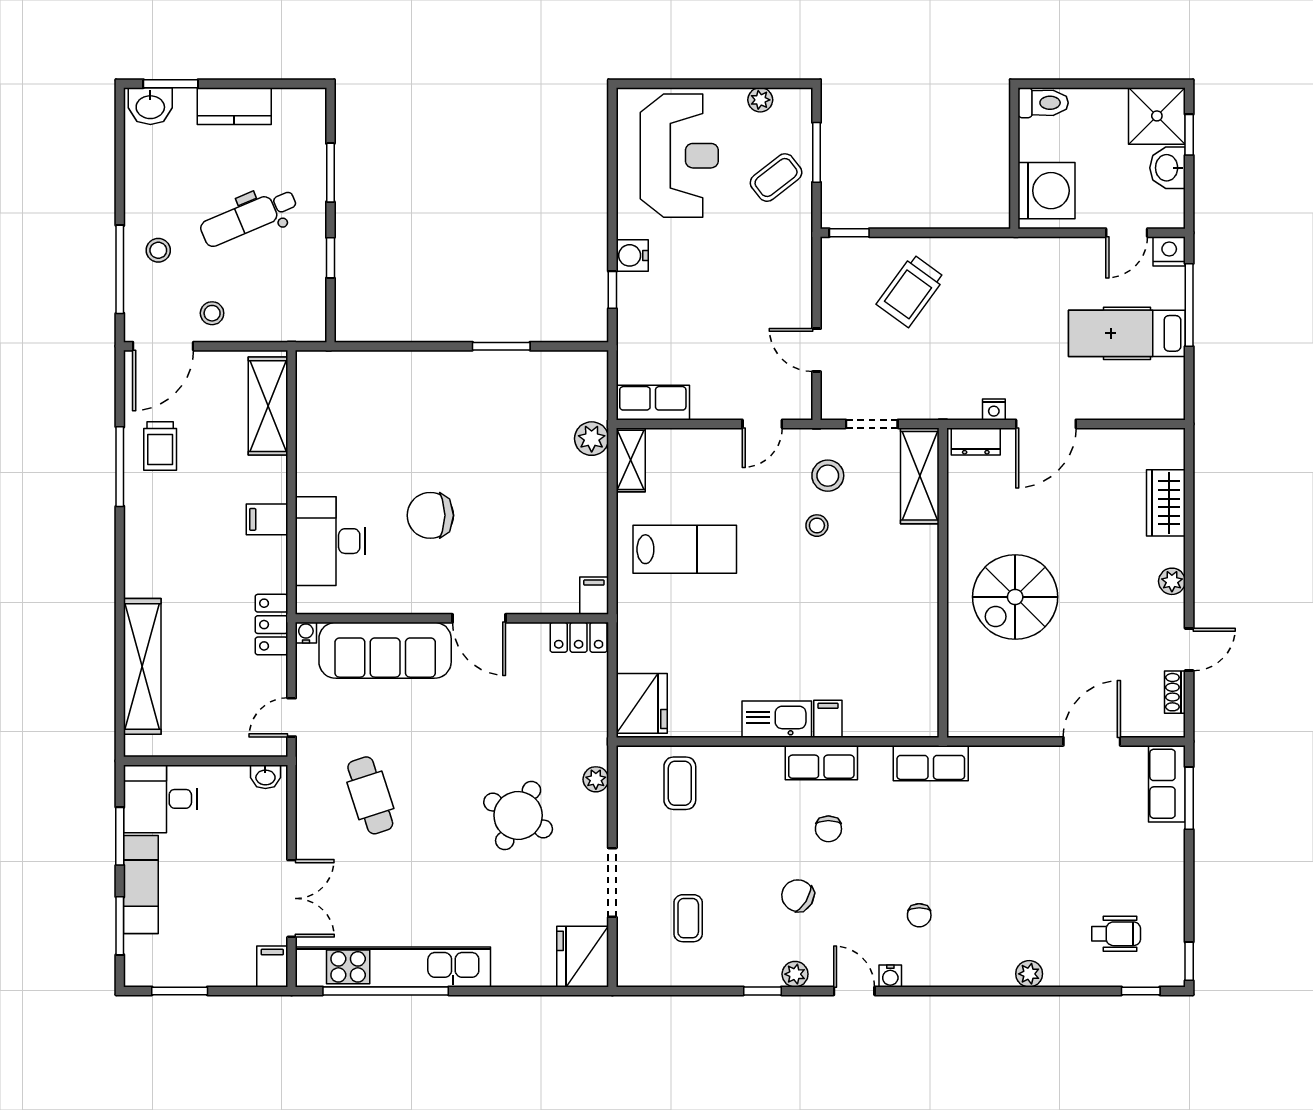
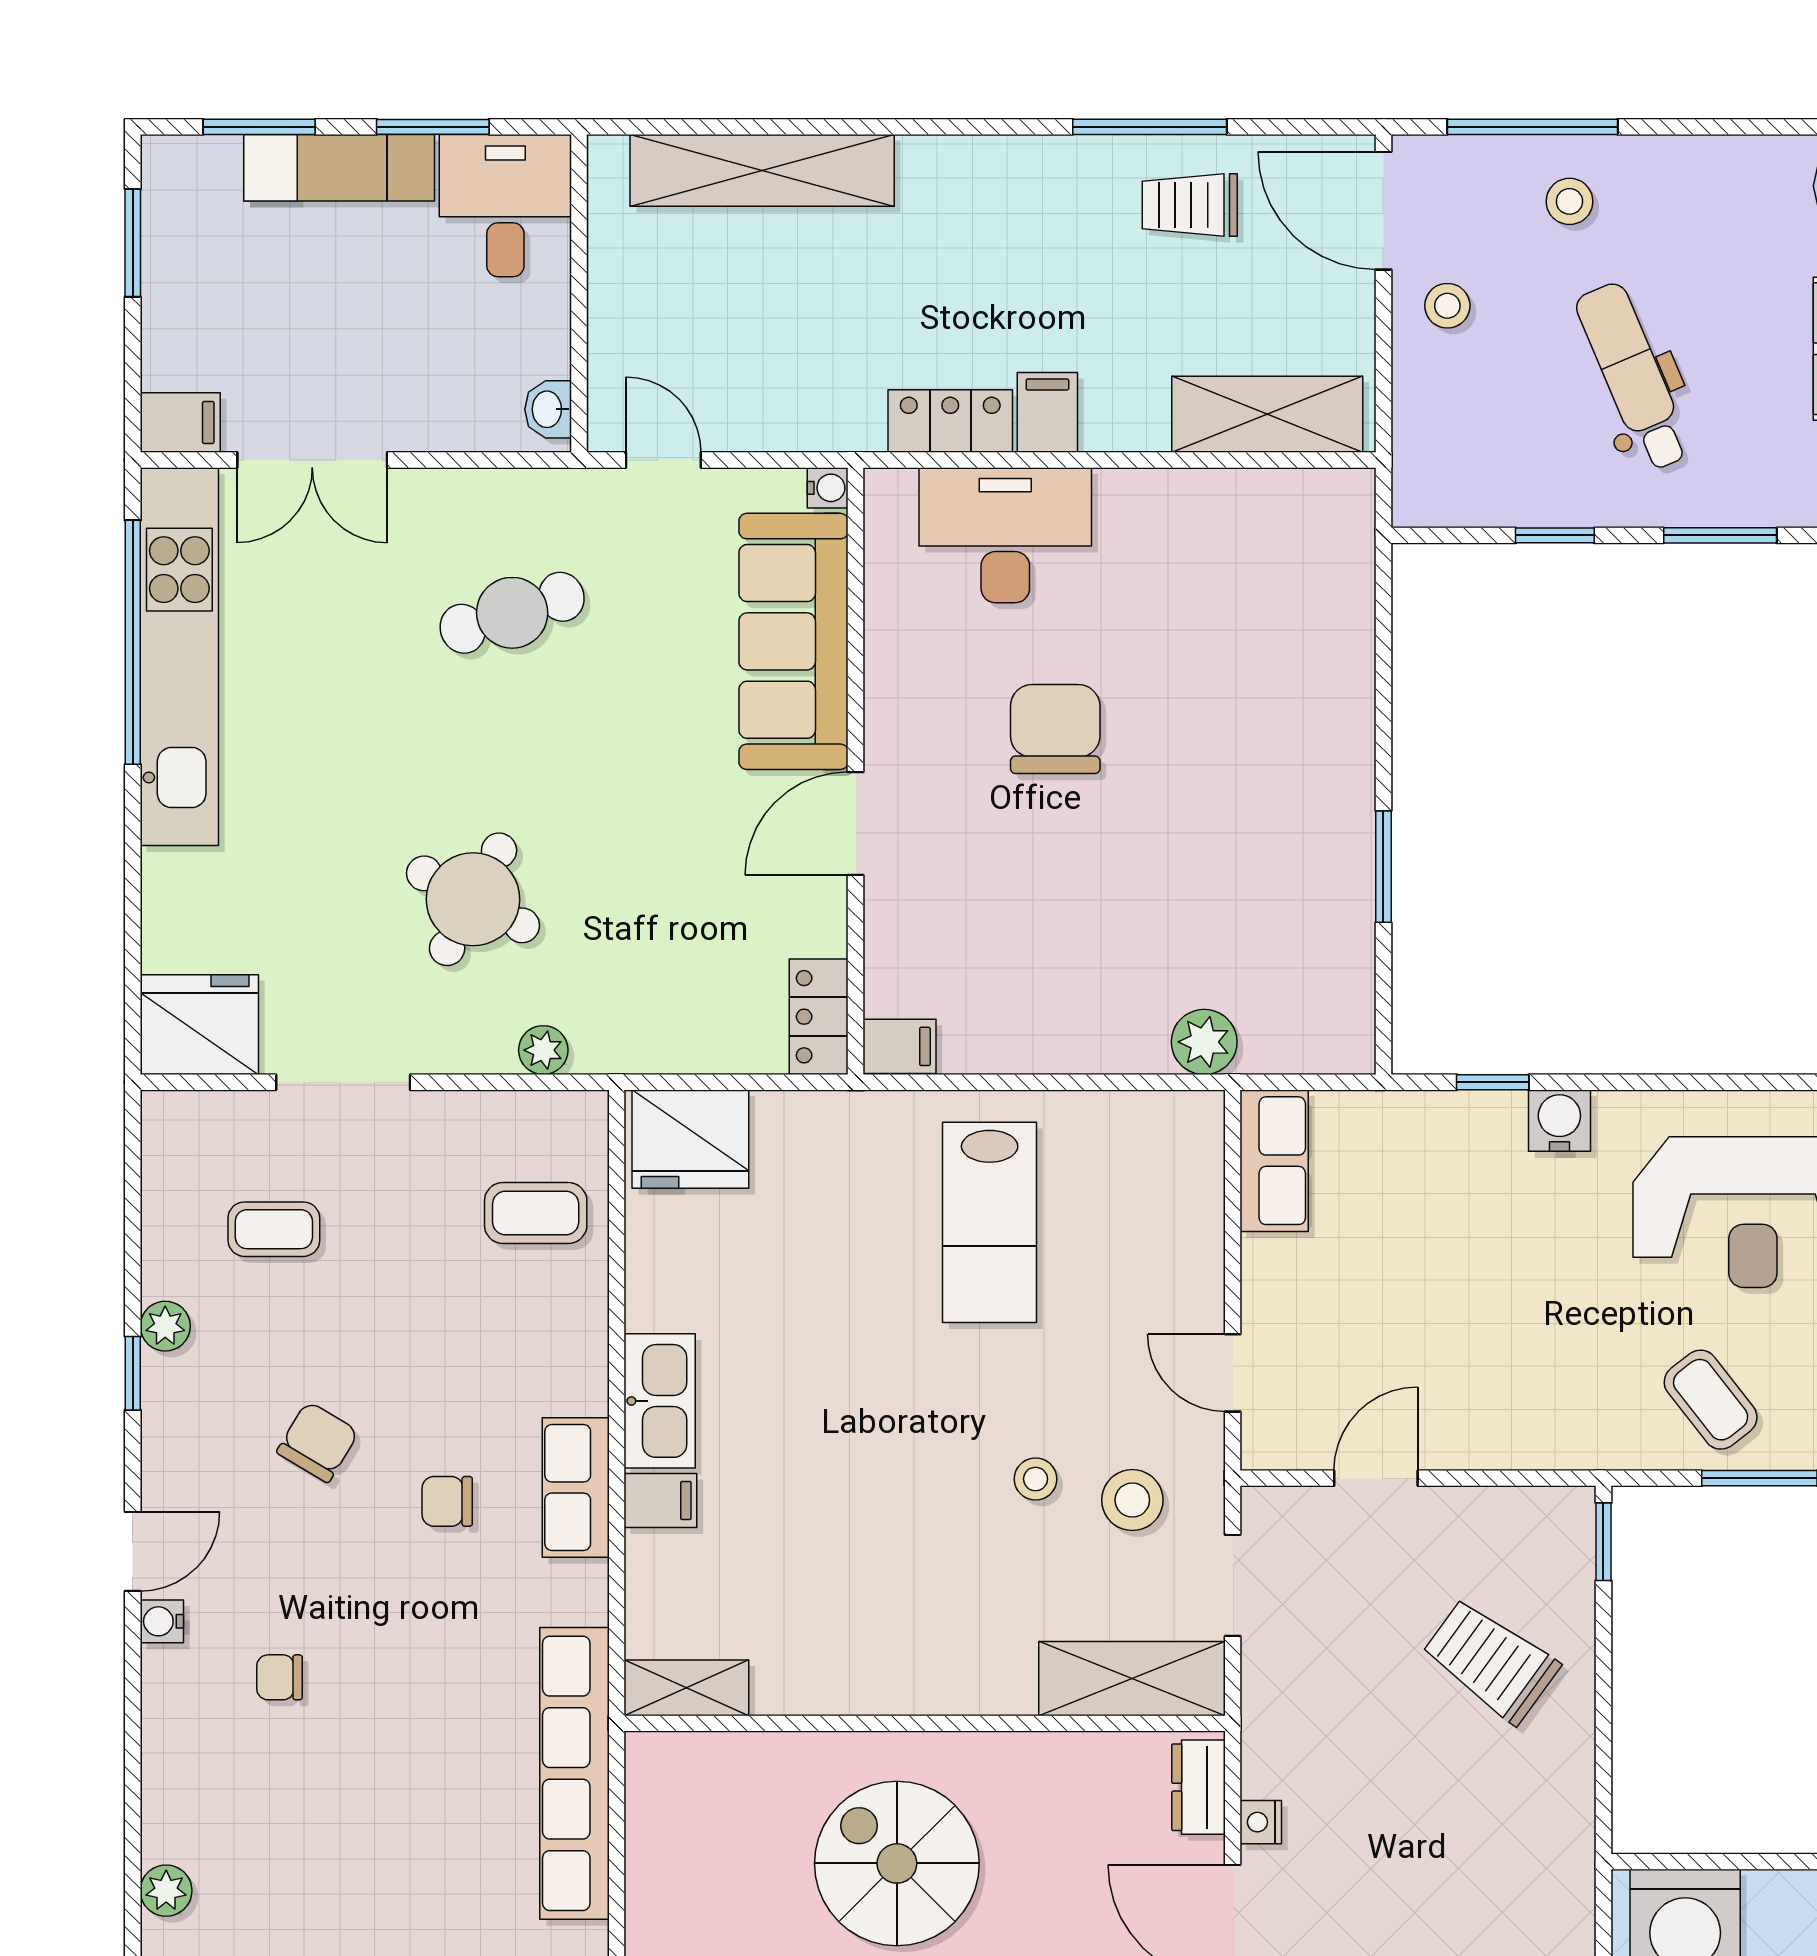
shelving: (631, 460) -> (686, 1688), moved
locker: (272, 625) -> (950, 421), moved
row of seats: (931, 763) -> (575, 1773), width x2.02
plant: (795, 974) -> (165, 1326), moved

